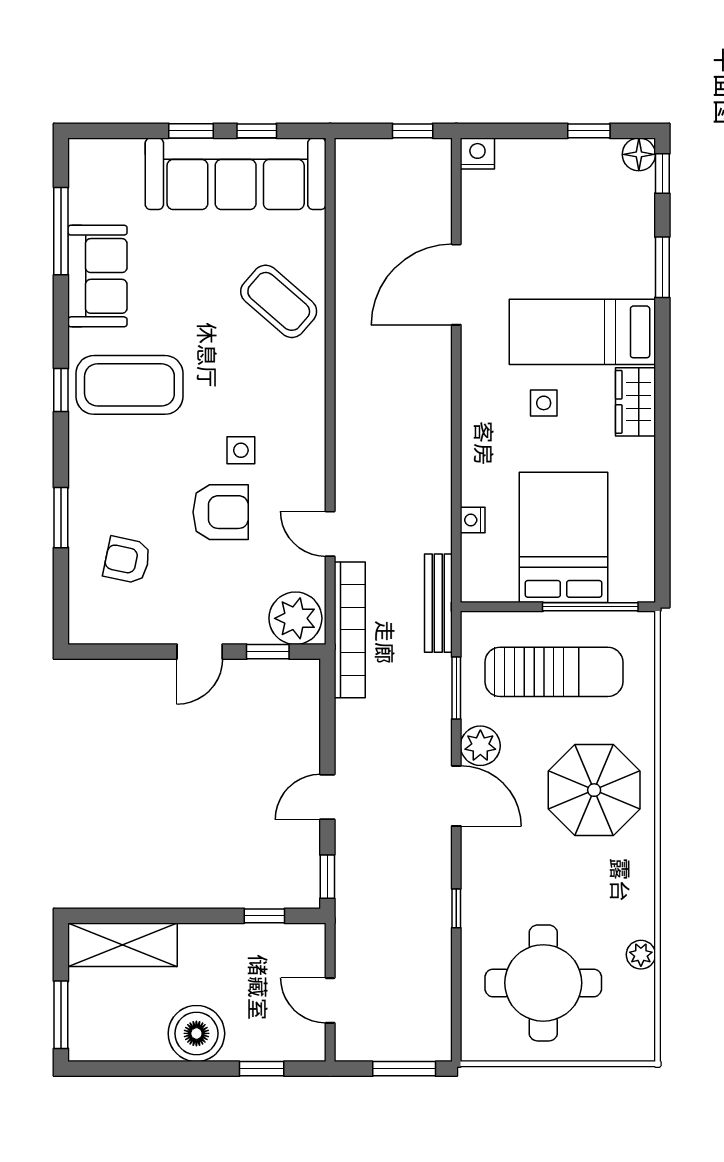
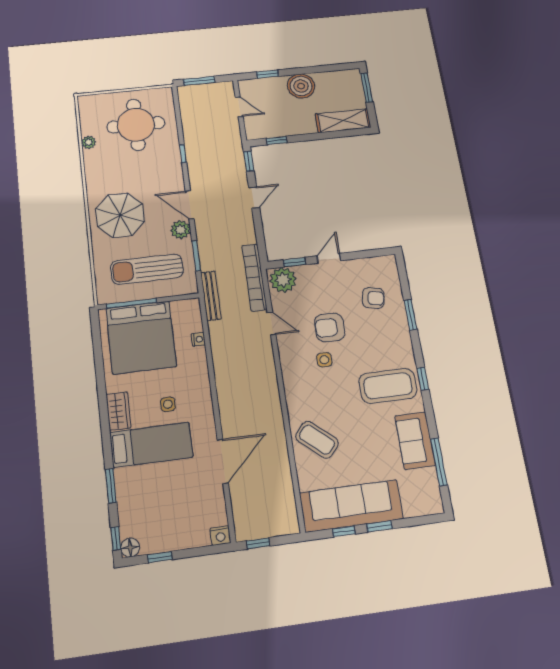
bed: (563, 537) -> (141, 337), width x1.36

